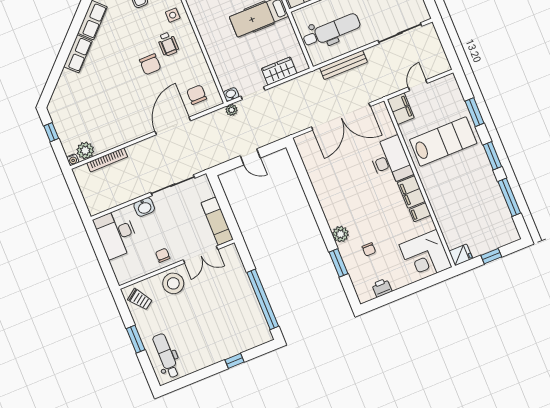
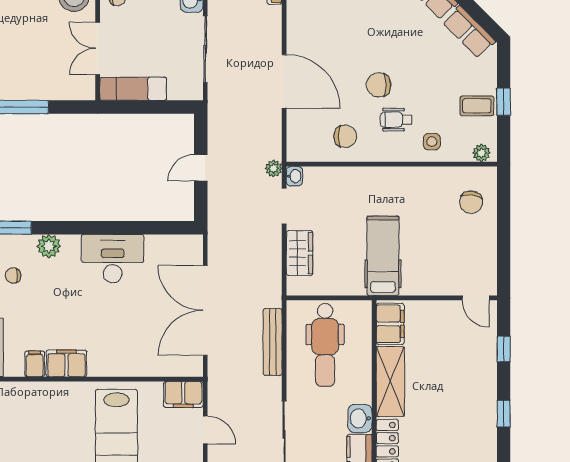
chair: (197, 95) -> (345, 136), moved
desk: (390, 161) -> (113, 259), moved, turned 180

